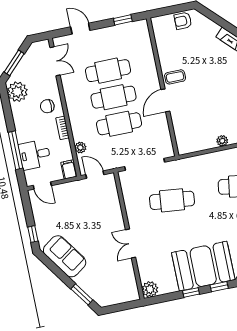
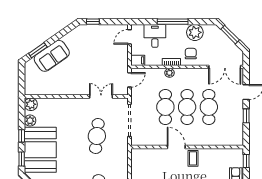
window: (165, 11) -> (246, 161), added
window: (123, 20) -> (246, 116), moved
double door: (55, 61) -> (225, 67), width x1.37
plant: (17, 92) -> (195, 32), moved
plant: (80, 148) -> (169, 73), moved
window: (16, 150) -> (173, 22), moved
double door: (131, 244) -> (101, 97), moved
sofa: (65, 256) -> (52, 56), moved
plant: (170, 286) -> (30, 121), added

